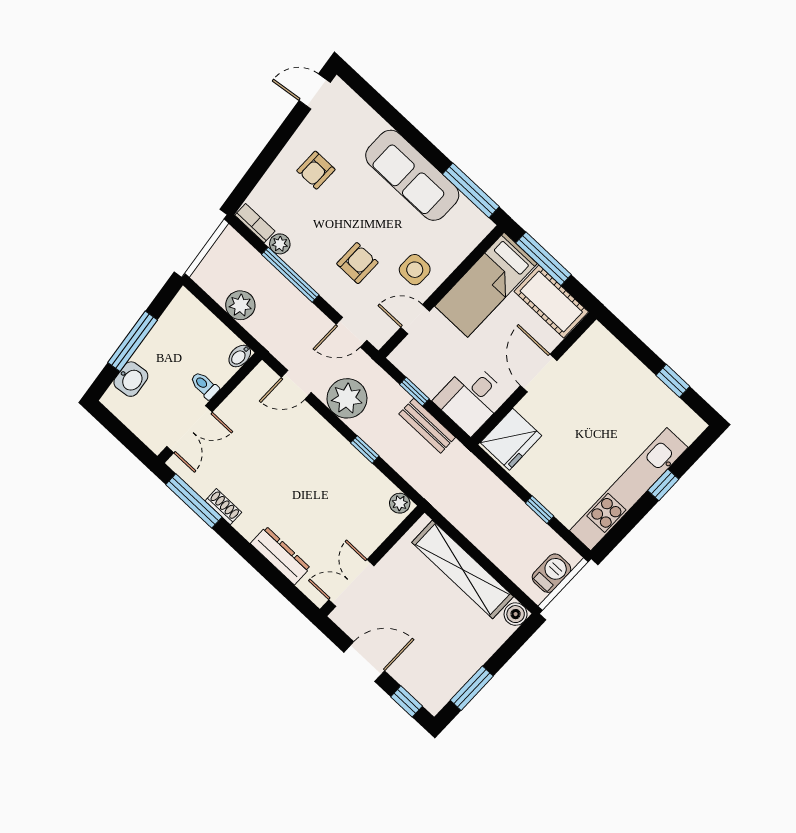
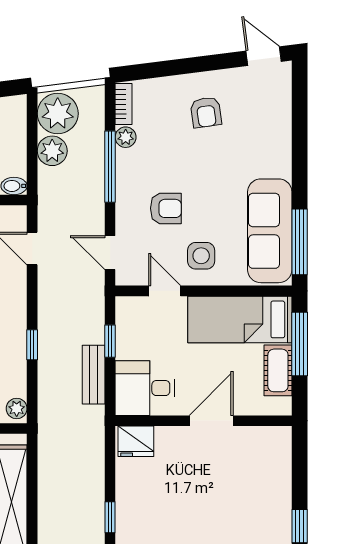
armchair: (316, 170) -> (206, 112), turned -98
sofa: (412, 175) -> (270, 231), moved
cot: (551, 302) -> (278, 370), width x0.73, depth x0.75
plant: (347, 398) -> (58, 114), moved
fridge: (511, 439) -> (136, 441), width x0.73, depth x0.75

